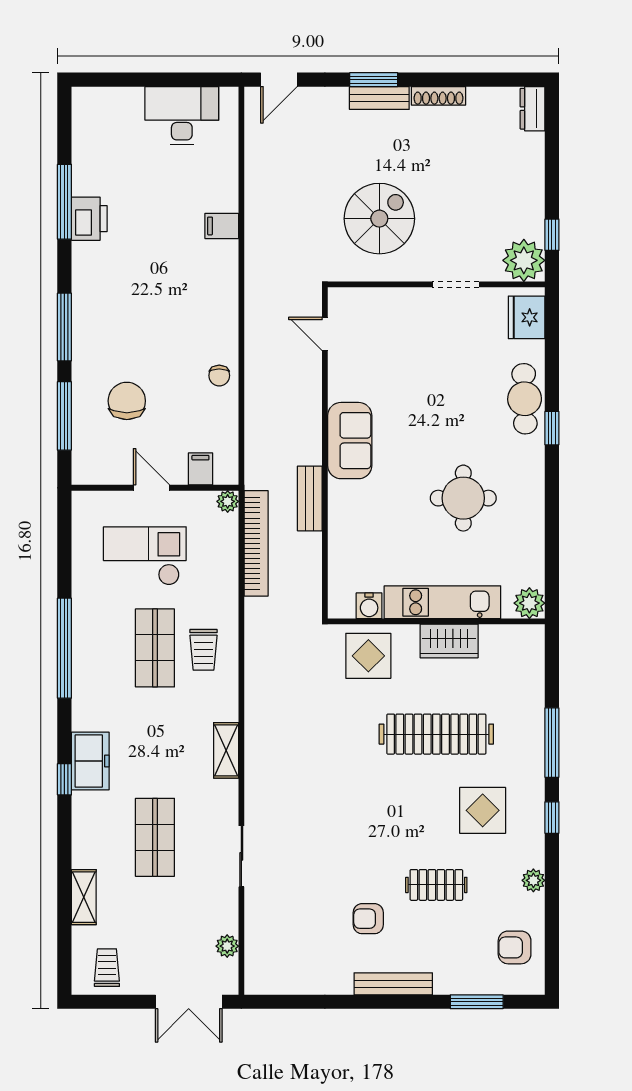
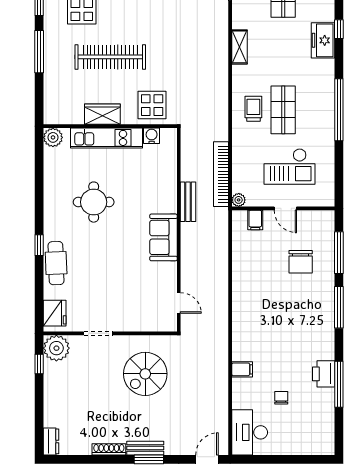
desk: (182, 116) -> (250, 432), moved, turned 90
chair: (219, 376) -> (281, 398), moved

